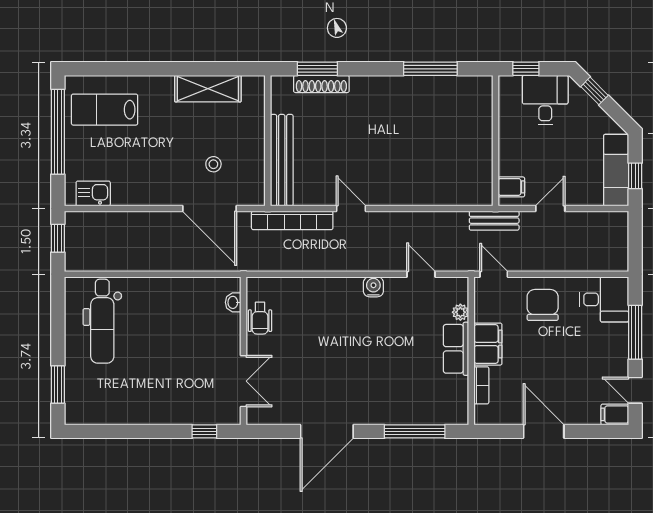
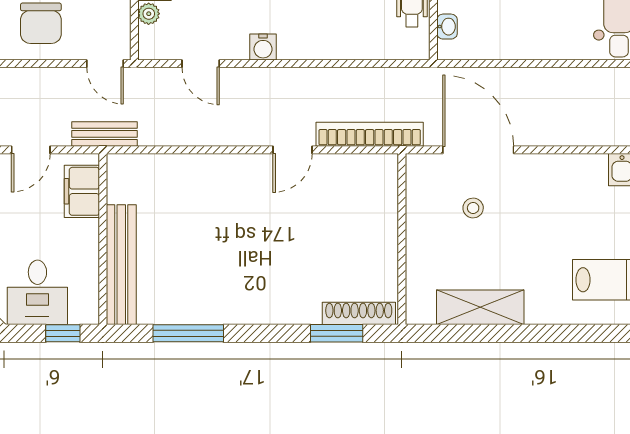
shoe rack: (321, 84) -> (359, 313), moved
bench: (282, 160) -> (121, 265), moved
filing cabinet: (511, 187) -> (82, 191), width x2.00
door: (351, 208) -> (292, 150), hinge flipped

